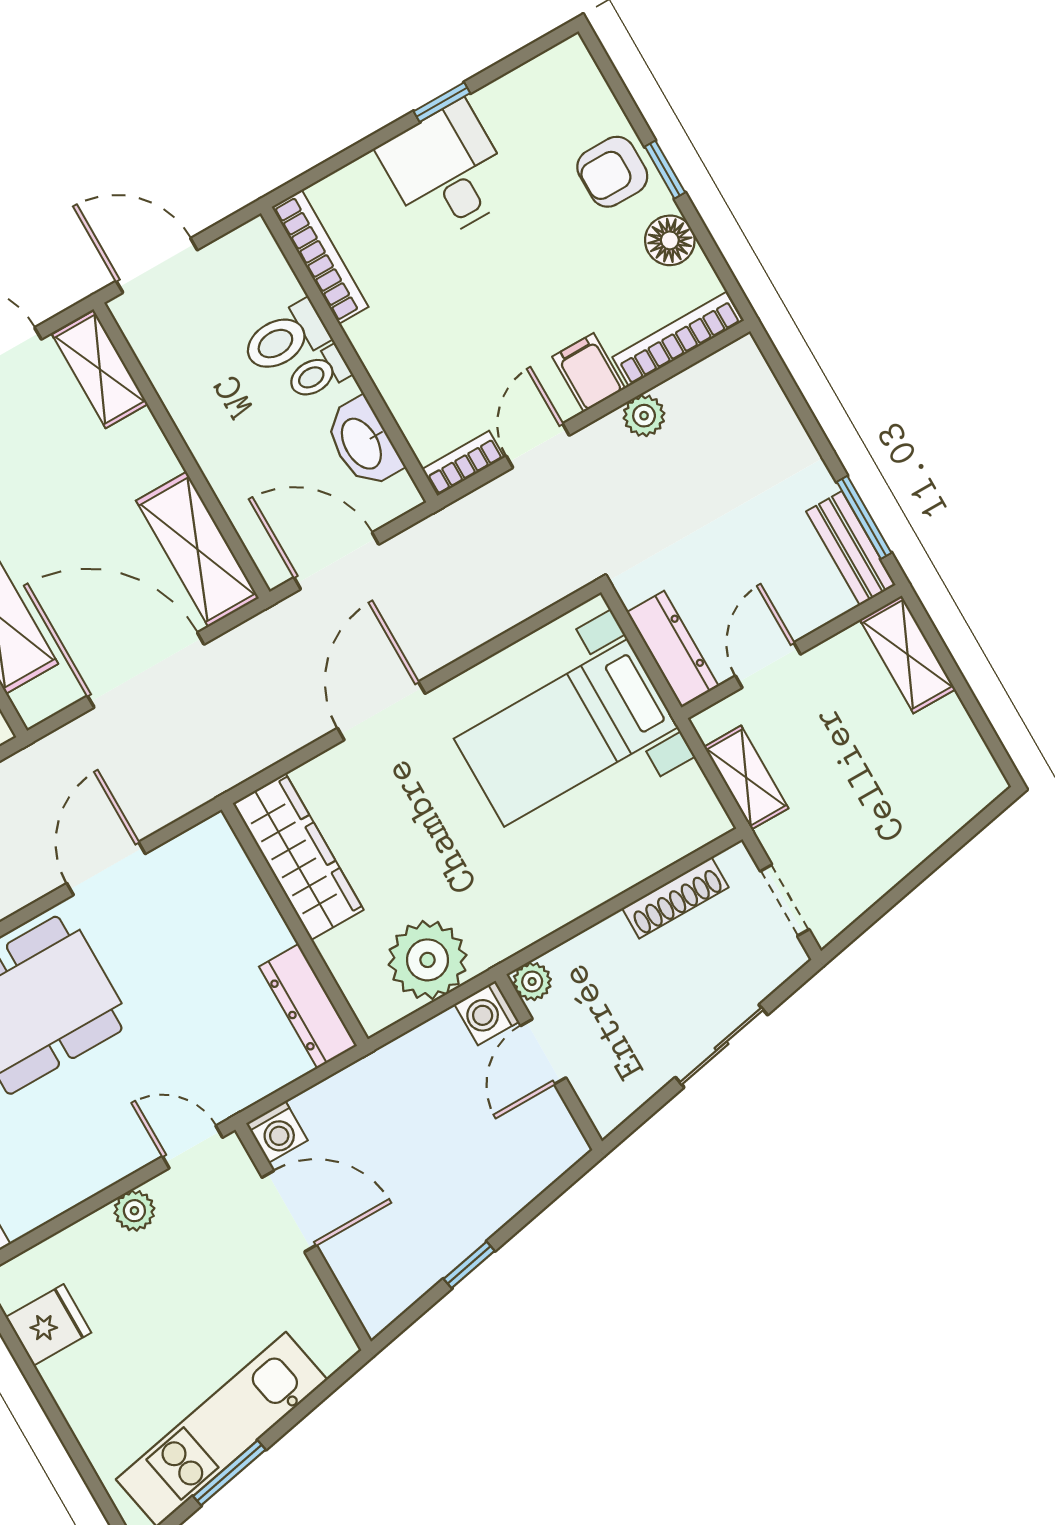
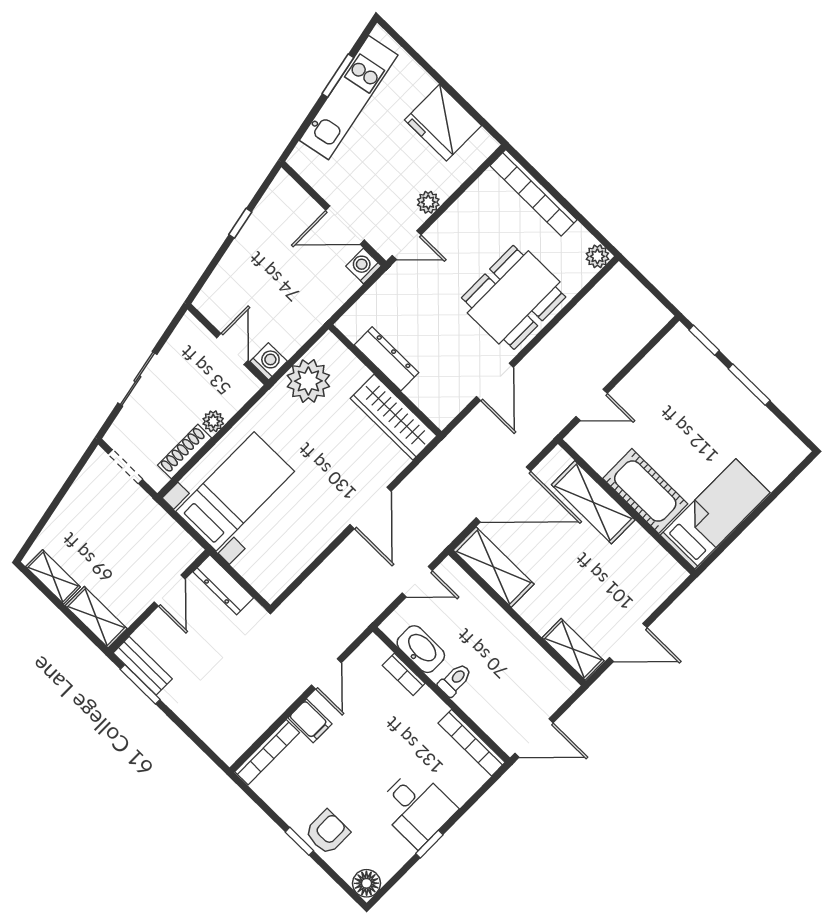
floor lamp: (670, 240) -> (366, 883), moved
door: (157, 266) -> (534, 738), moved
toilet: (285, 338) -> (478, 694), removed
plant: (644, 416) -> (274, 706), removed
bookcase: (463, 463) -> (404, 674), moved, turned 90
door: (336, 561) -> (417, 582), width x0.73
bed with nightstands: (566, 733) -> (235, 491), moved
shelving: (746, 778) -> (53, 577), moved
plant: (532, 981) -> (213, 421), moved
dresser: (308, 1006) -> (387, 359), moved
fridge: (48, 1325) -> (443, 123), width x1.88, depth x1.34

